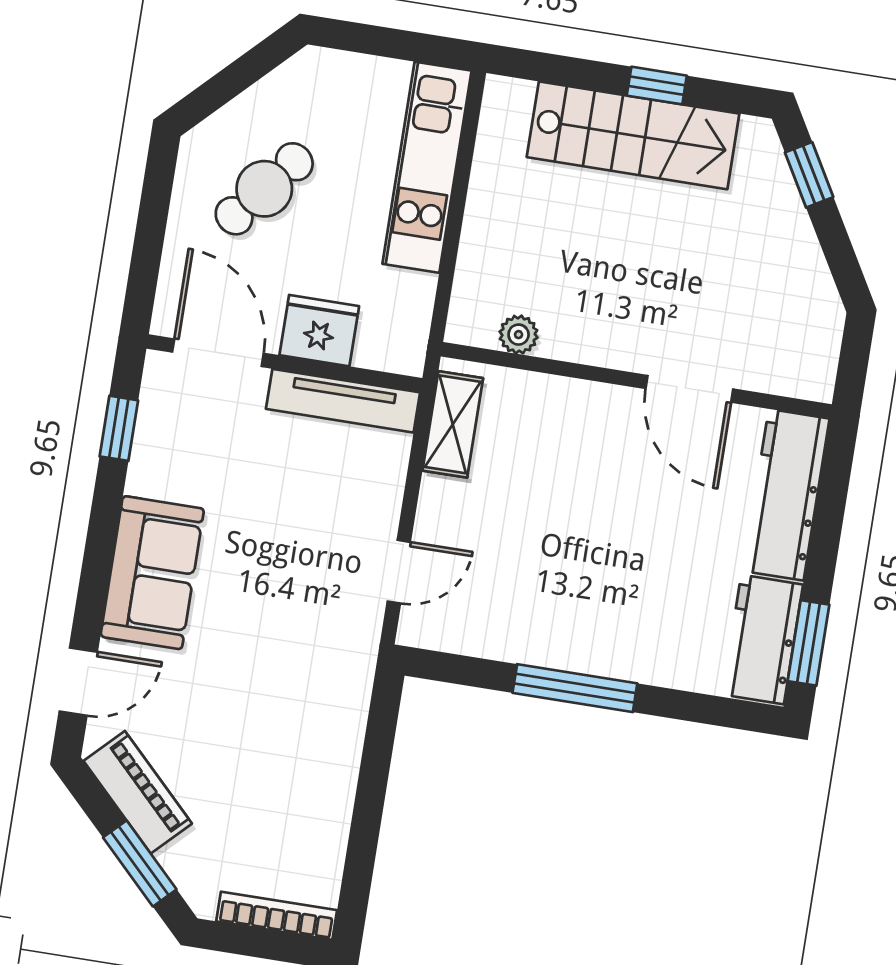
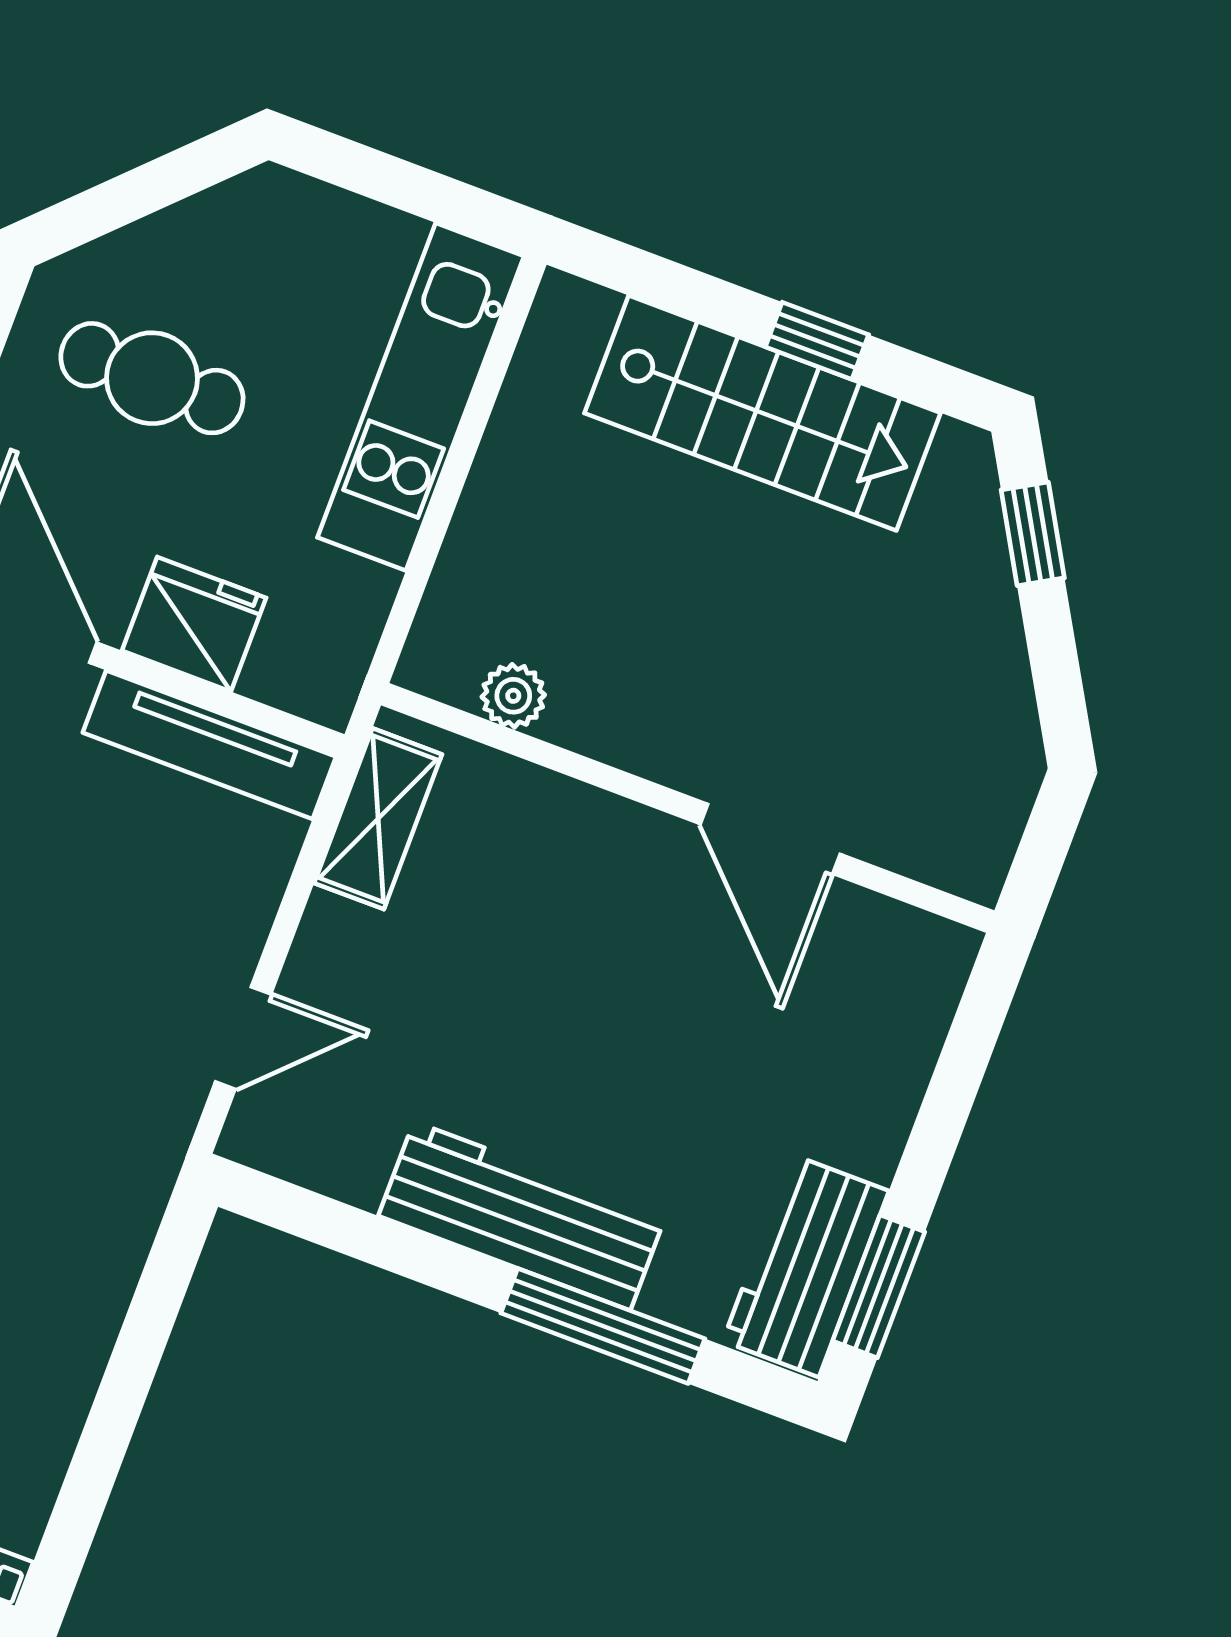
cafe table: (264, 189) -> (152, 378), turned 51
workbench: (786, 495) -> (522, 1216), moved, turned 90
window: (575, 688) -> (603, 1326), moved

